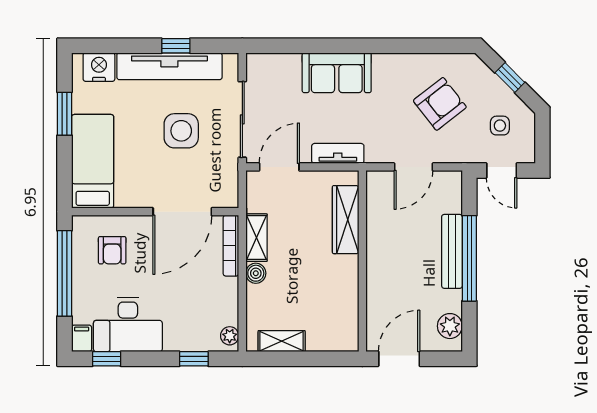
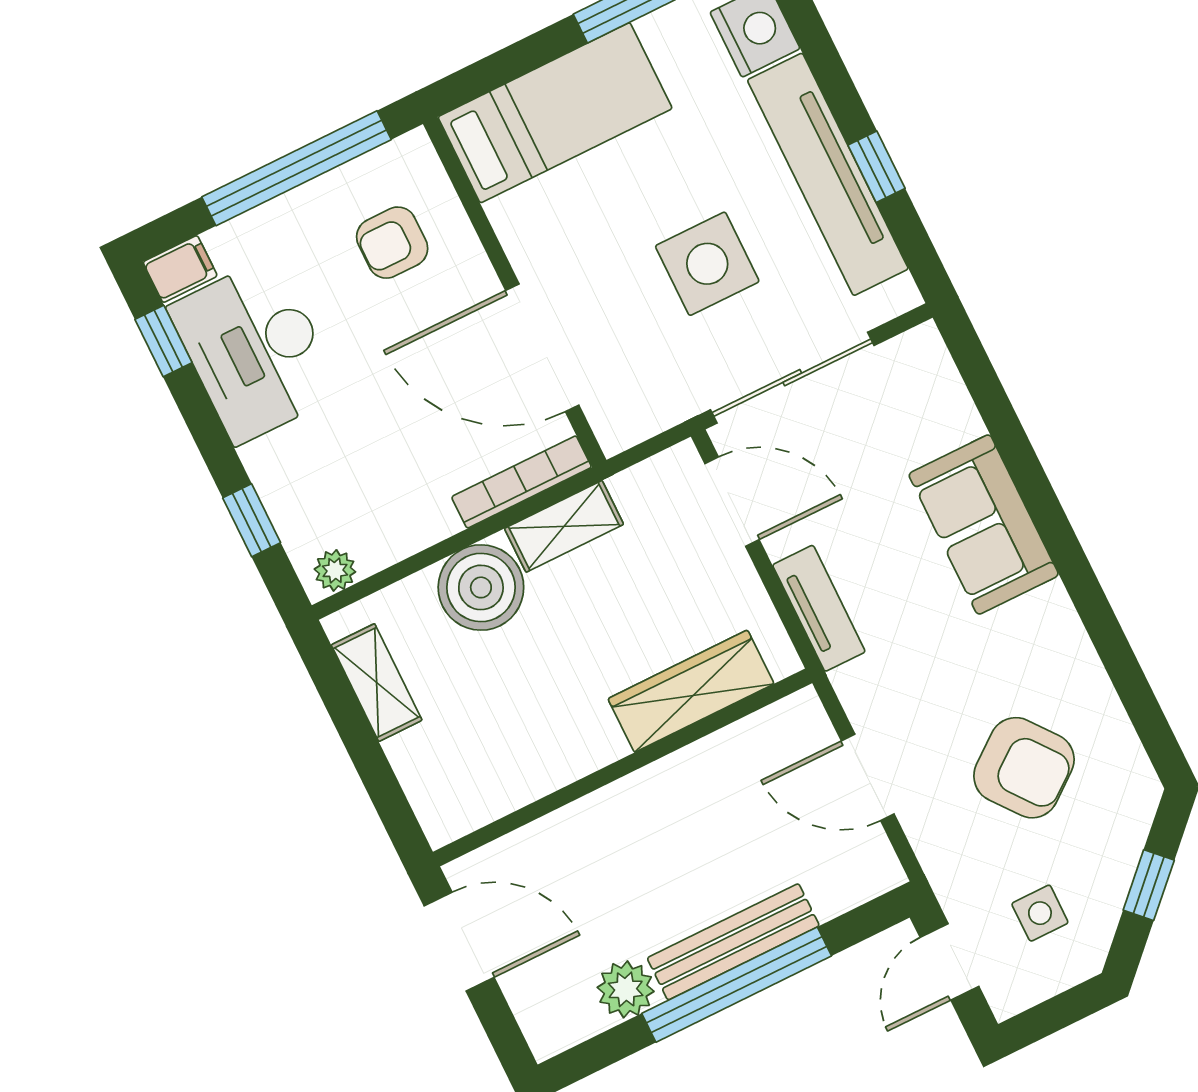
boiler: (256, 273) -> (481, 587), width x1.86, depth x1.86
plant: (450, 326) -> (626, 989), moved

